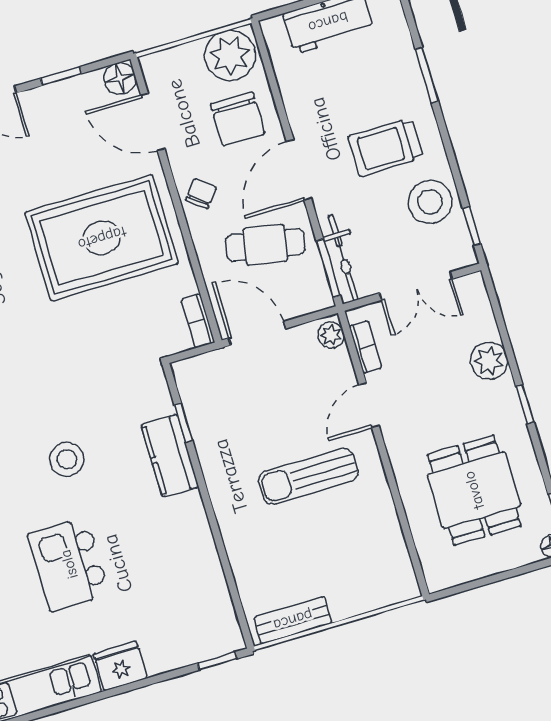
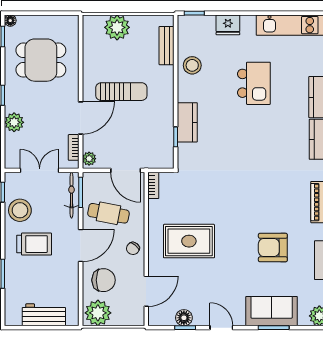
floor lamp: (120, 79) -> (184, 318), moved
chair: (238, 119) -> (104, 280), turned 90
door: (153, 122) -> (146, 291), hinge flipped
rug: (102, 238) -> (189, 241), width x0.73, depth x0.69
door: (369, 405) -> (81, 118), width x1.37
stool: (67, 459) -> (192, 65), moved
dining table: (474, 490) -> (41, 60), turned 90
plant: (351, 592) -> (117, 27), added
bench: (293, 620) -> (167, 46), moved, turned 90
fridge: (120, 666) -> (228, 25), moved

